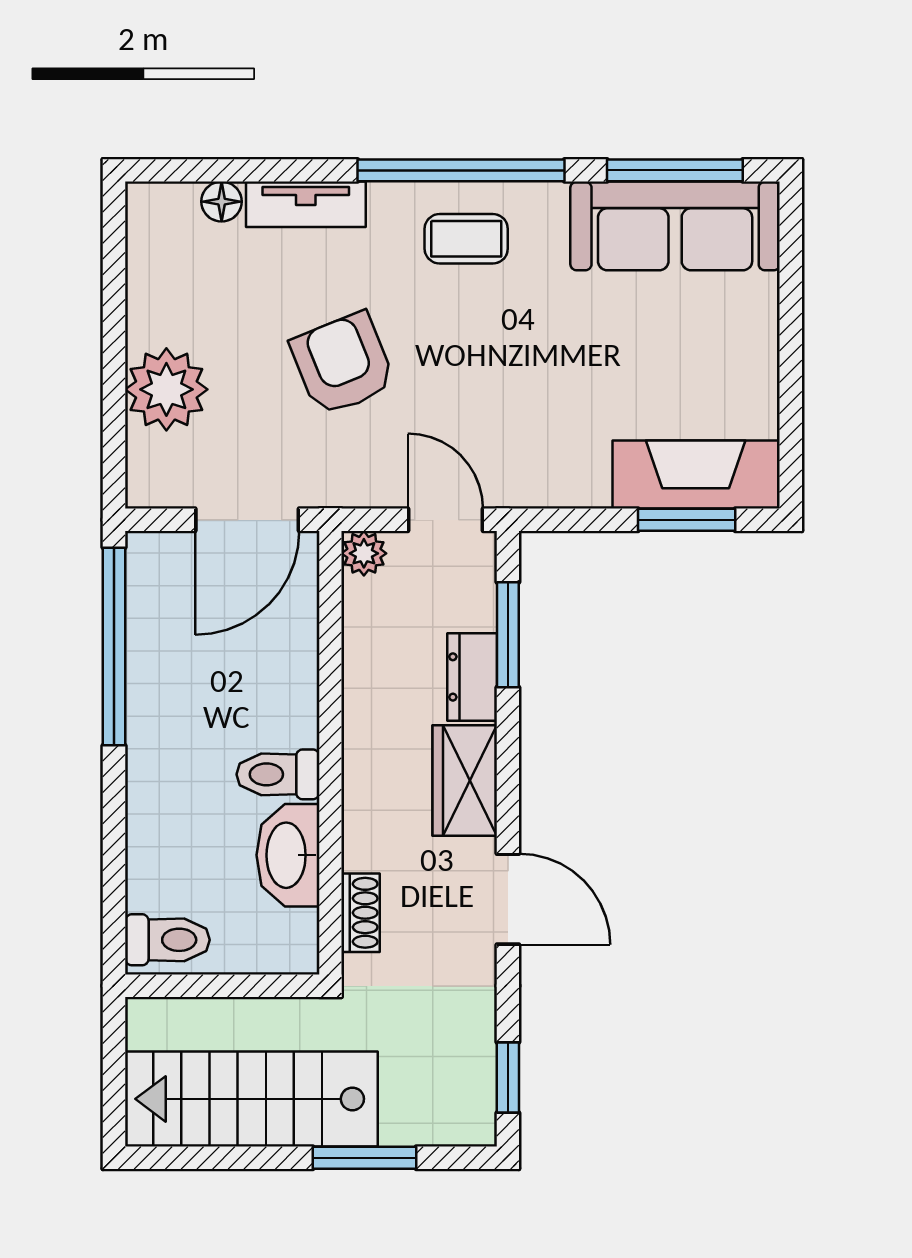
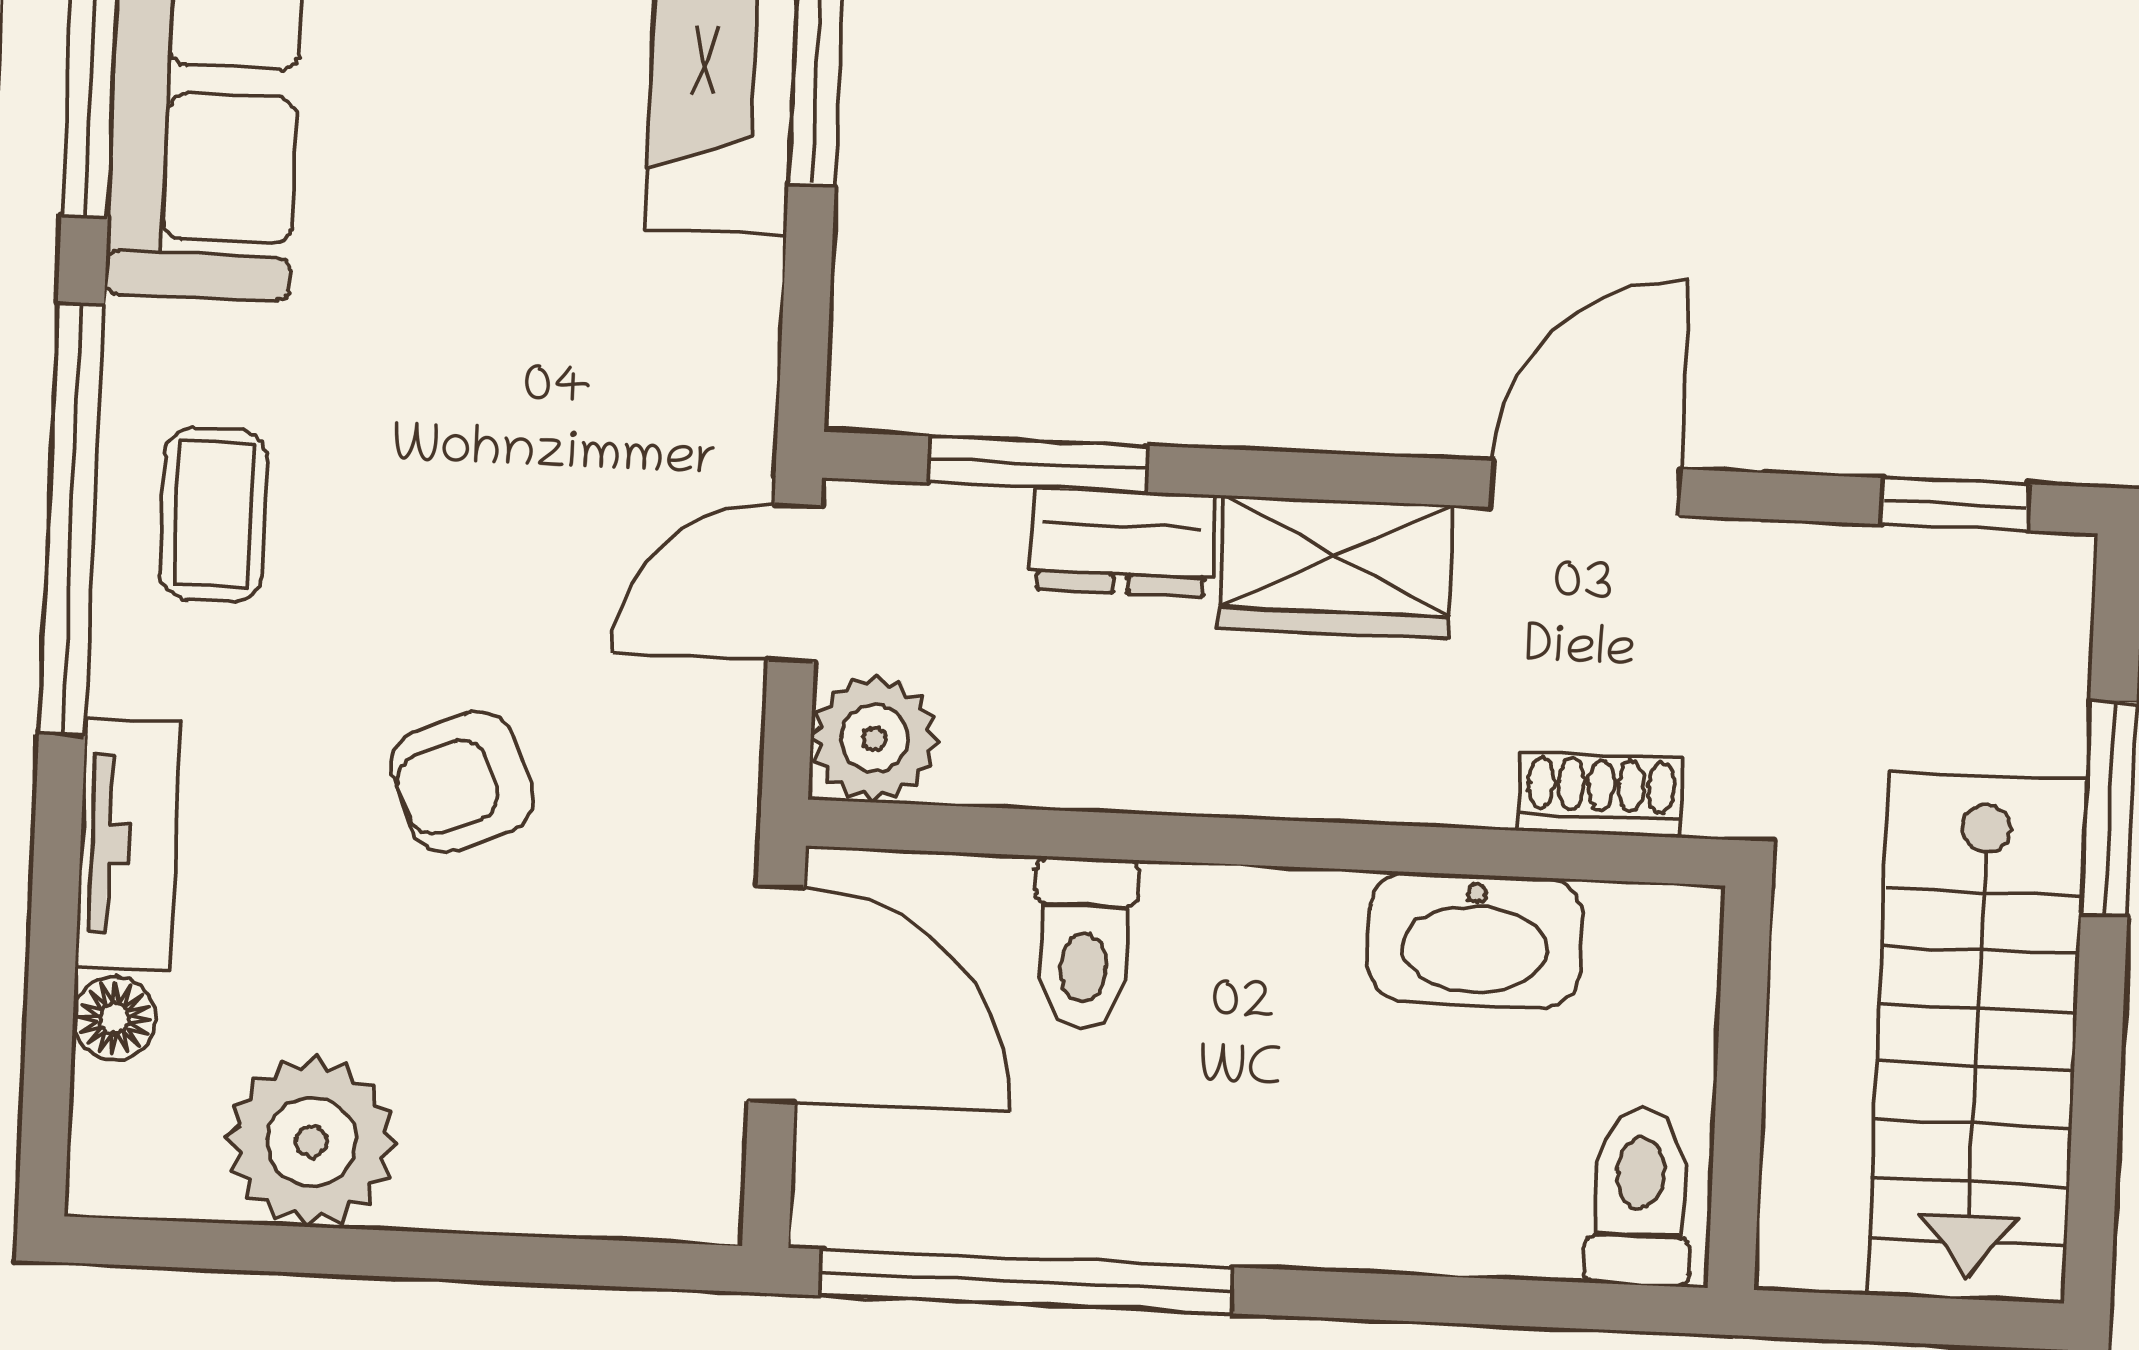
armchair: (343, 364) -> (462, 782), width x0.72, depth x0.72
plant: (166, 389) -> (311, 1141), moved
plant: (364, 553) -> (874, 739), width x1.38, depth x1.38
toilet: (278, 774) -> (1084, 944), moved

